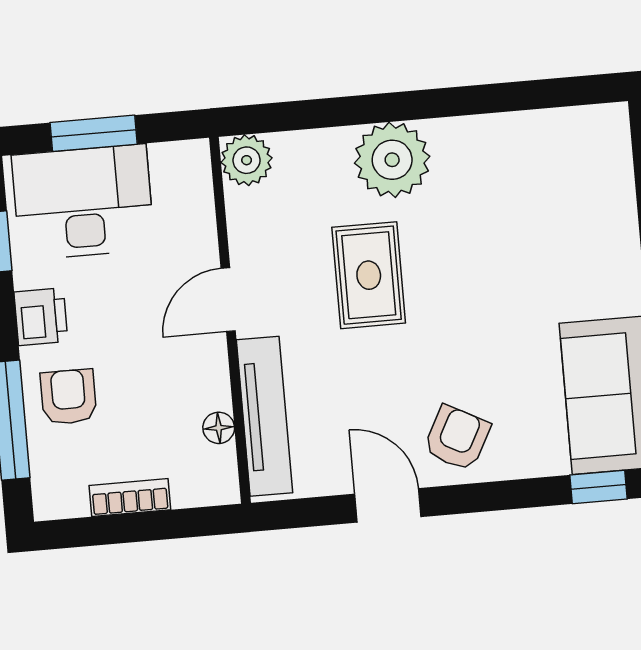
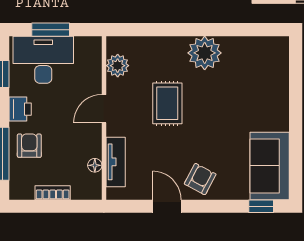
plant: (247, 160) -> (118, 66), moved
plant: (392, 160) -> (205, 53), moved
tv unit: (265, 416) -> (116, 162), width x0.71

